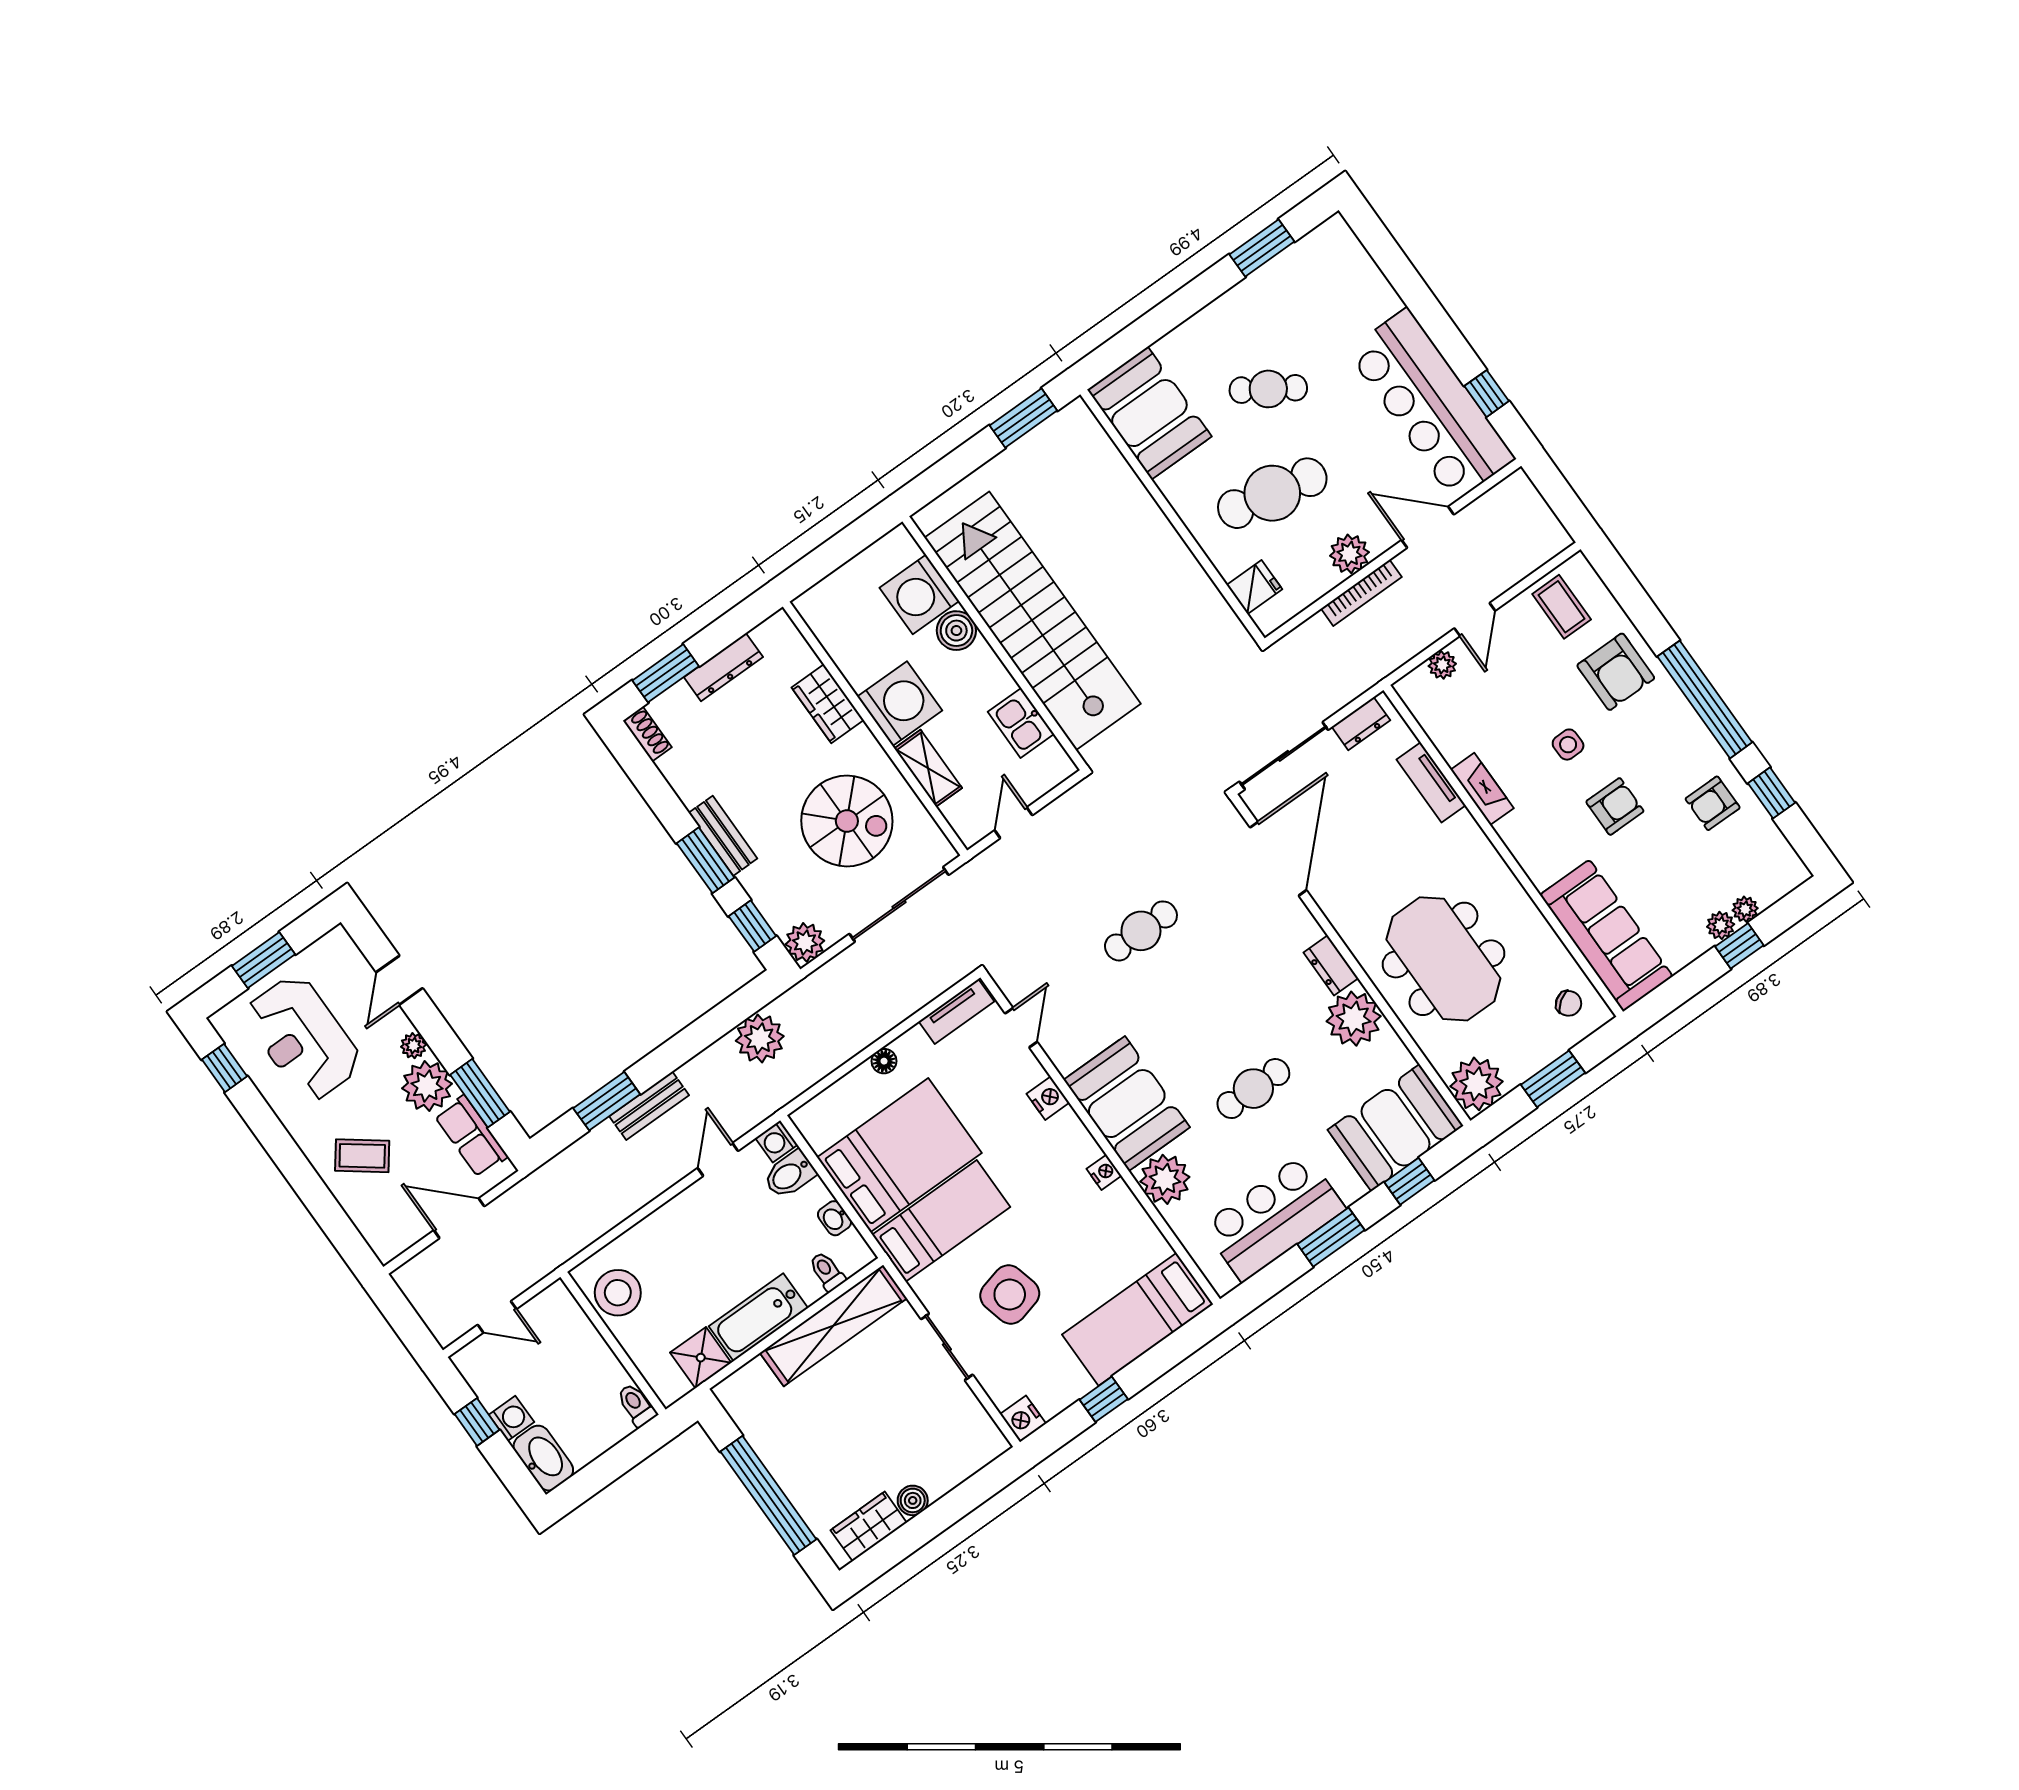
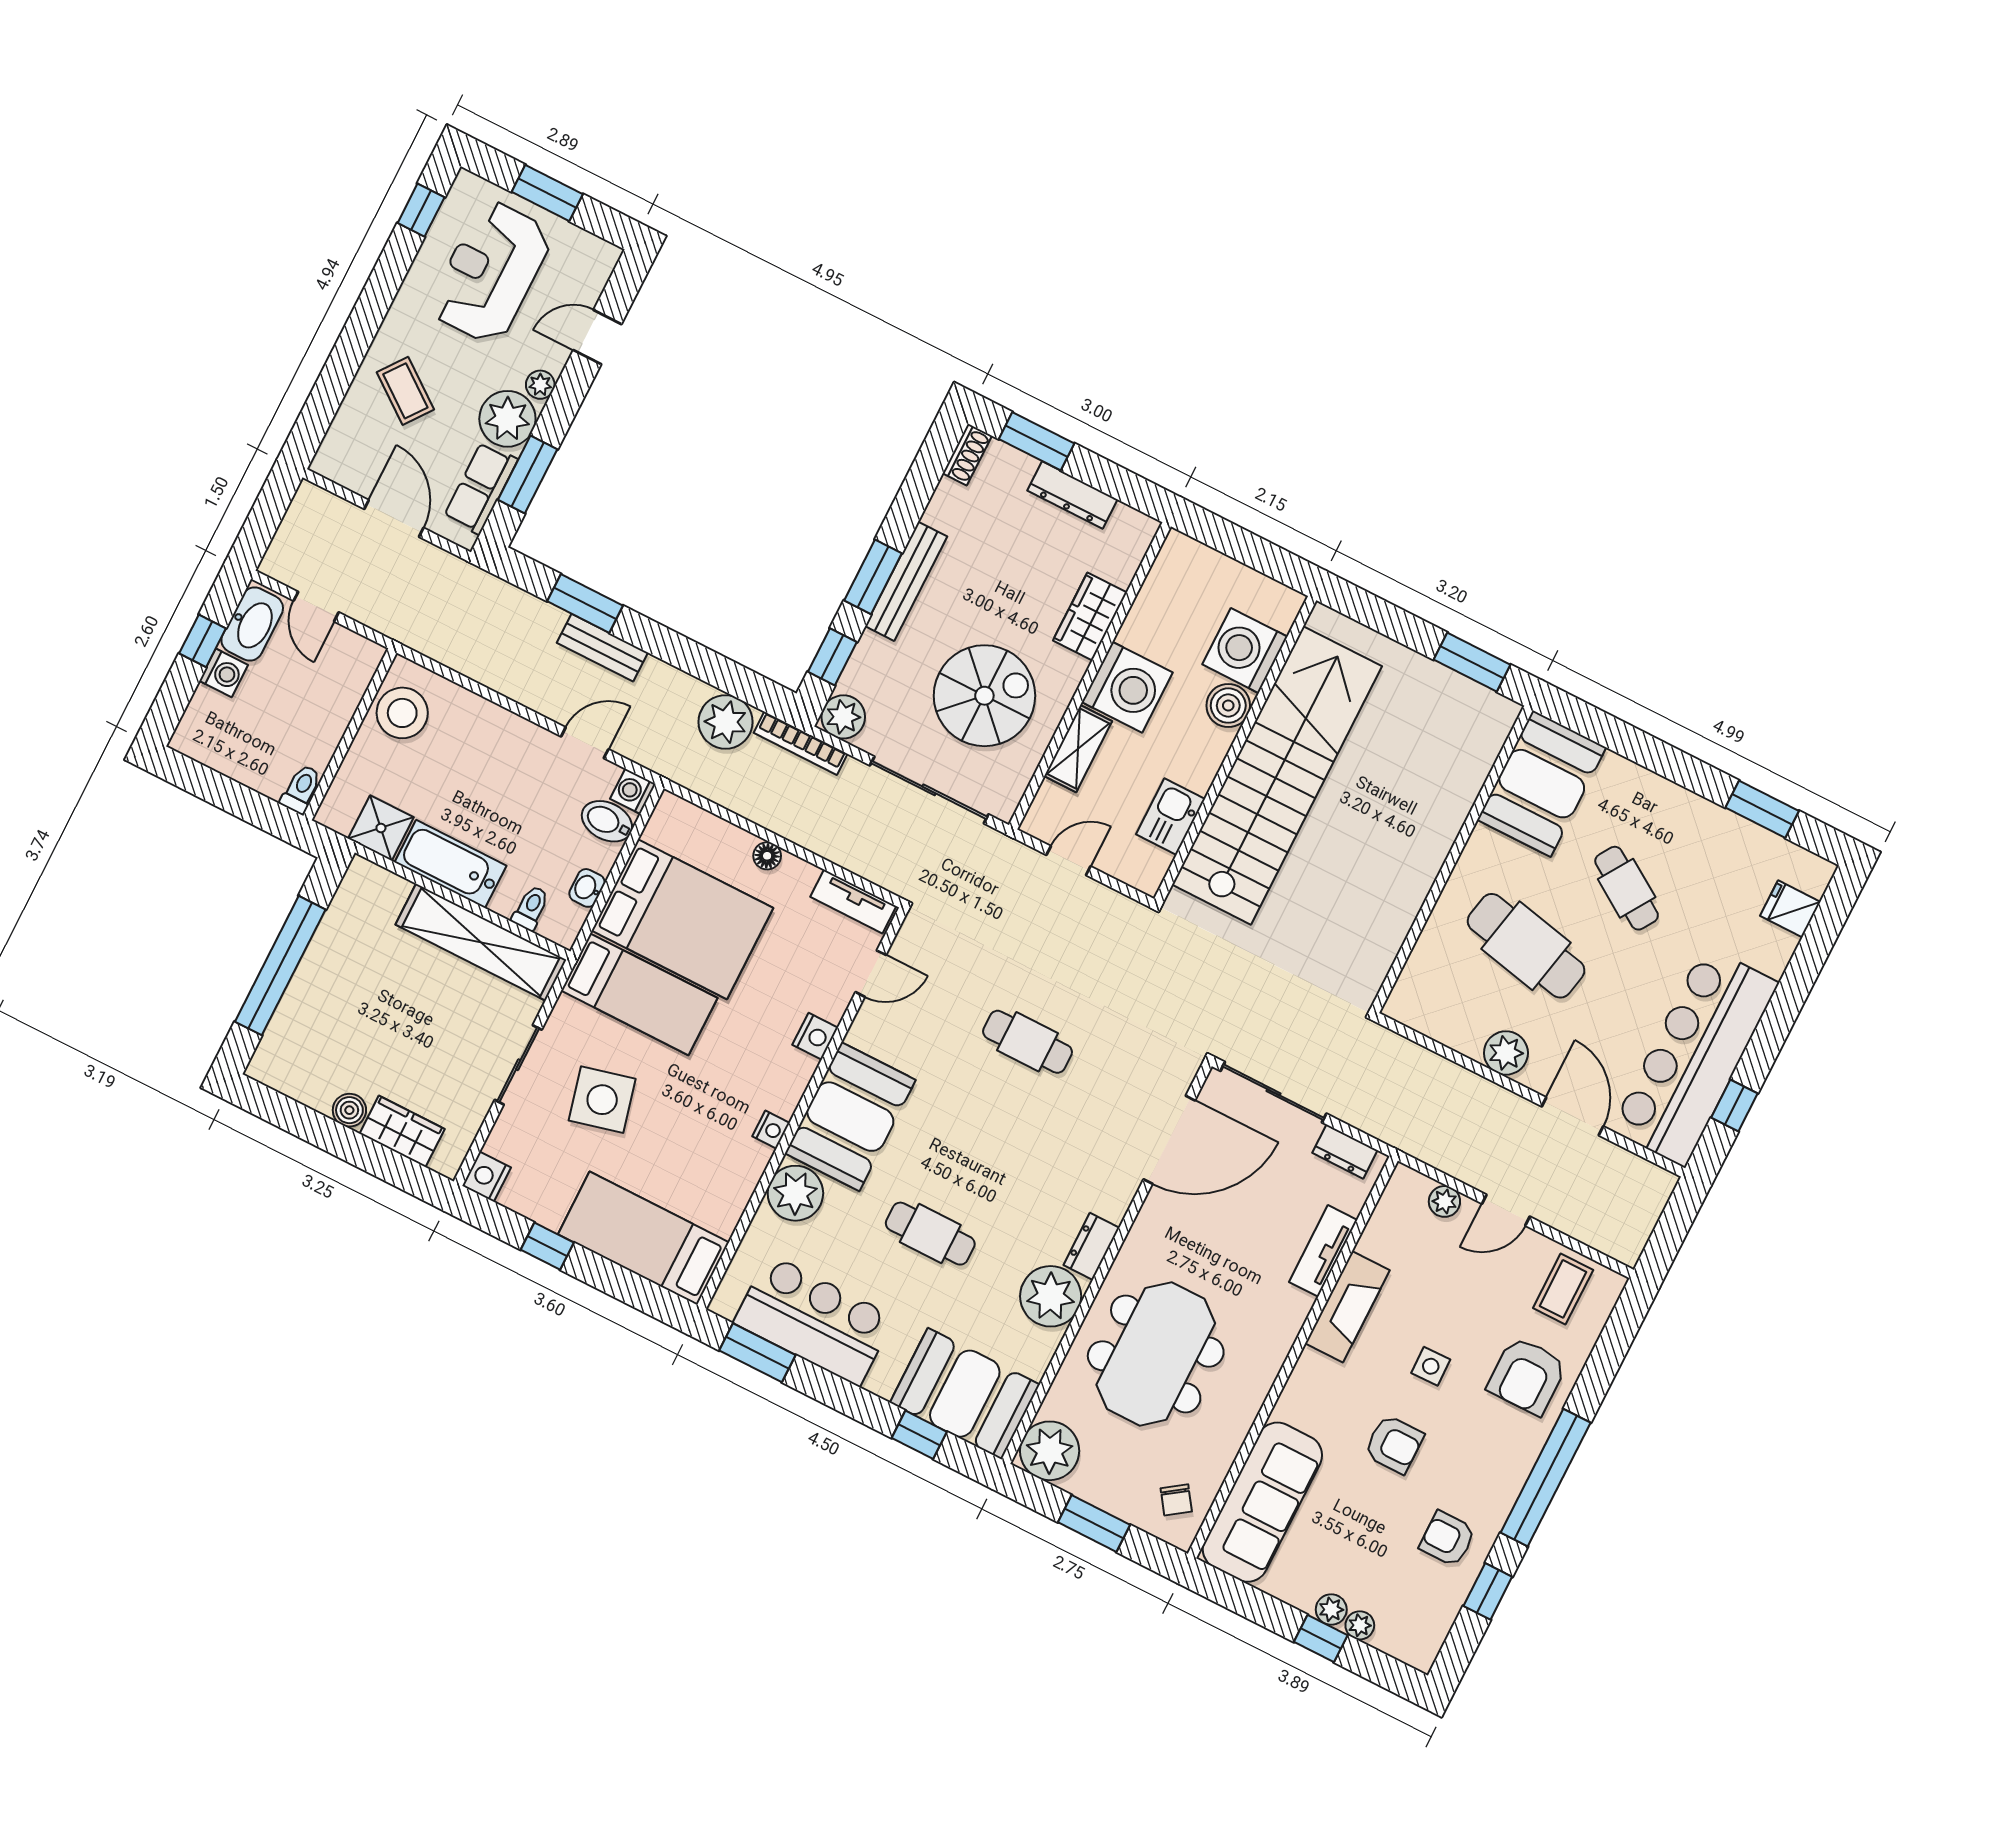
fridge: (1254, 587) -> (1790, 909), moved, turned 180
bookcase: (1361, 593) -> (801, 743), moved
fireplace: (1482, 789) -> (1347, 1307), width x1.37, depth x1.32
spiral stairs: (847, 821) -> (984, 696), turned -90
bench: (723, 836) -> (906, 581), width x1.36
window: (1331, 1237) -> (757, 1353), moved
washbasin: (543, 1458) -> (252, 624), moved
wardrobe: (869, 1526) -> (402, 1131), moved

